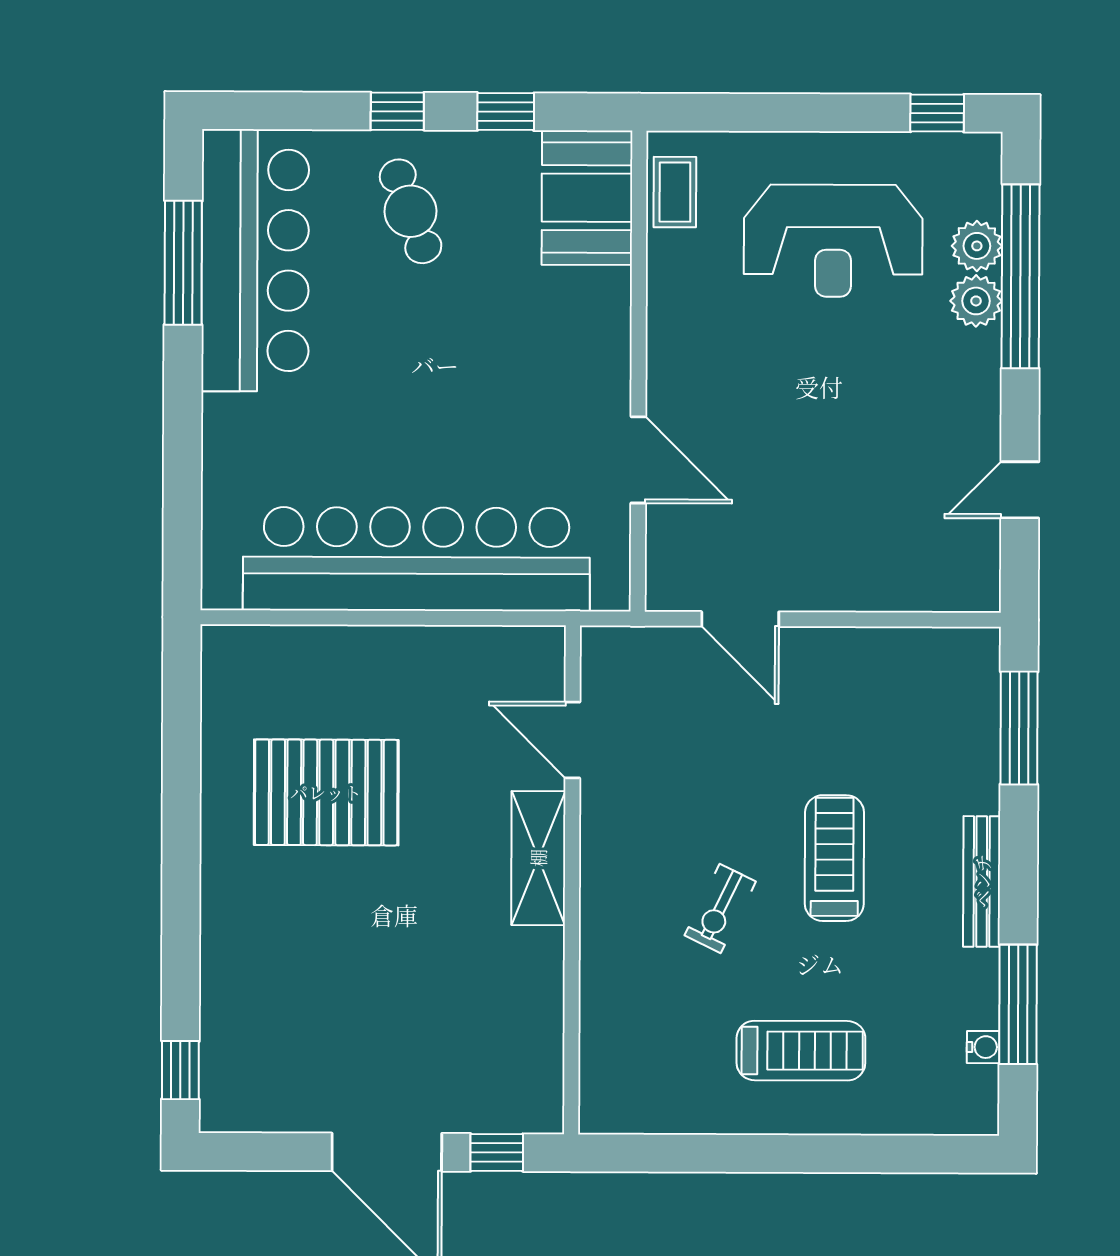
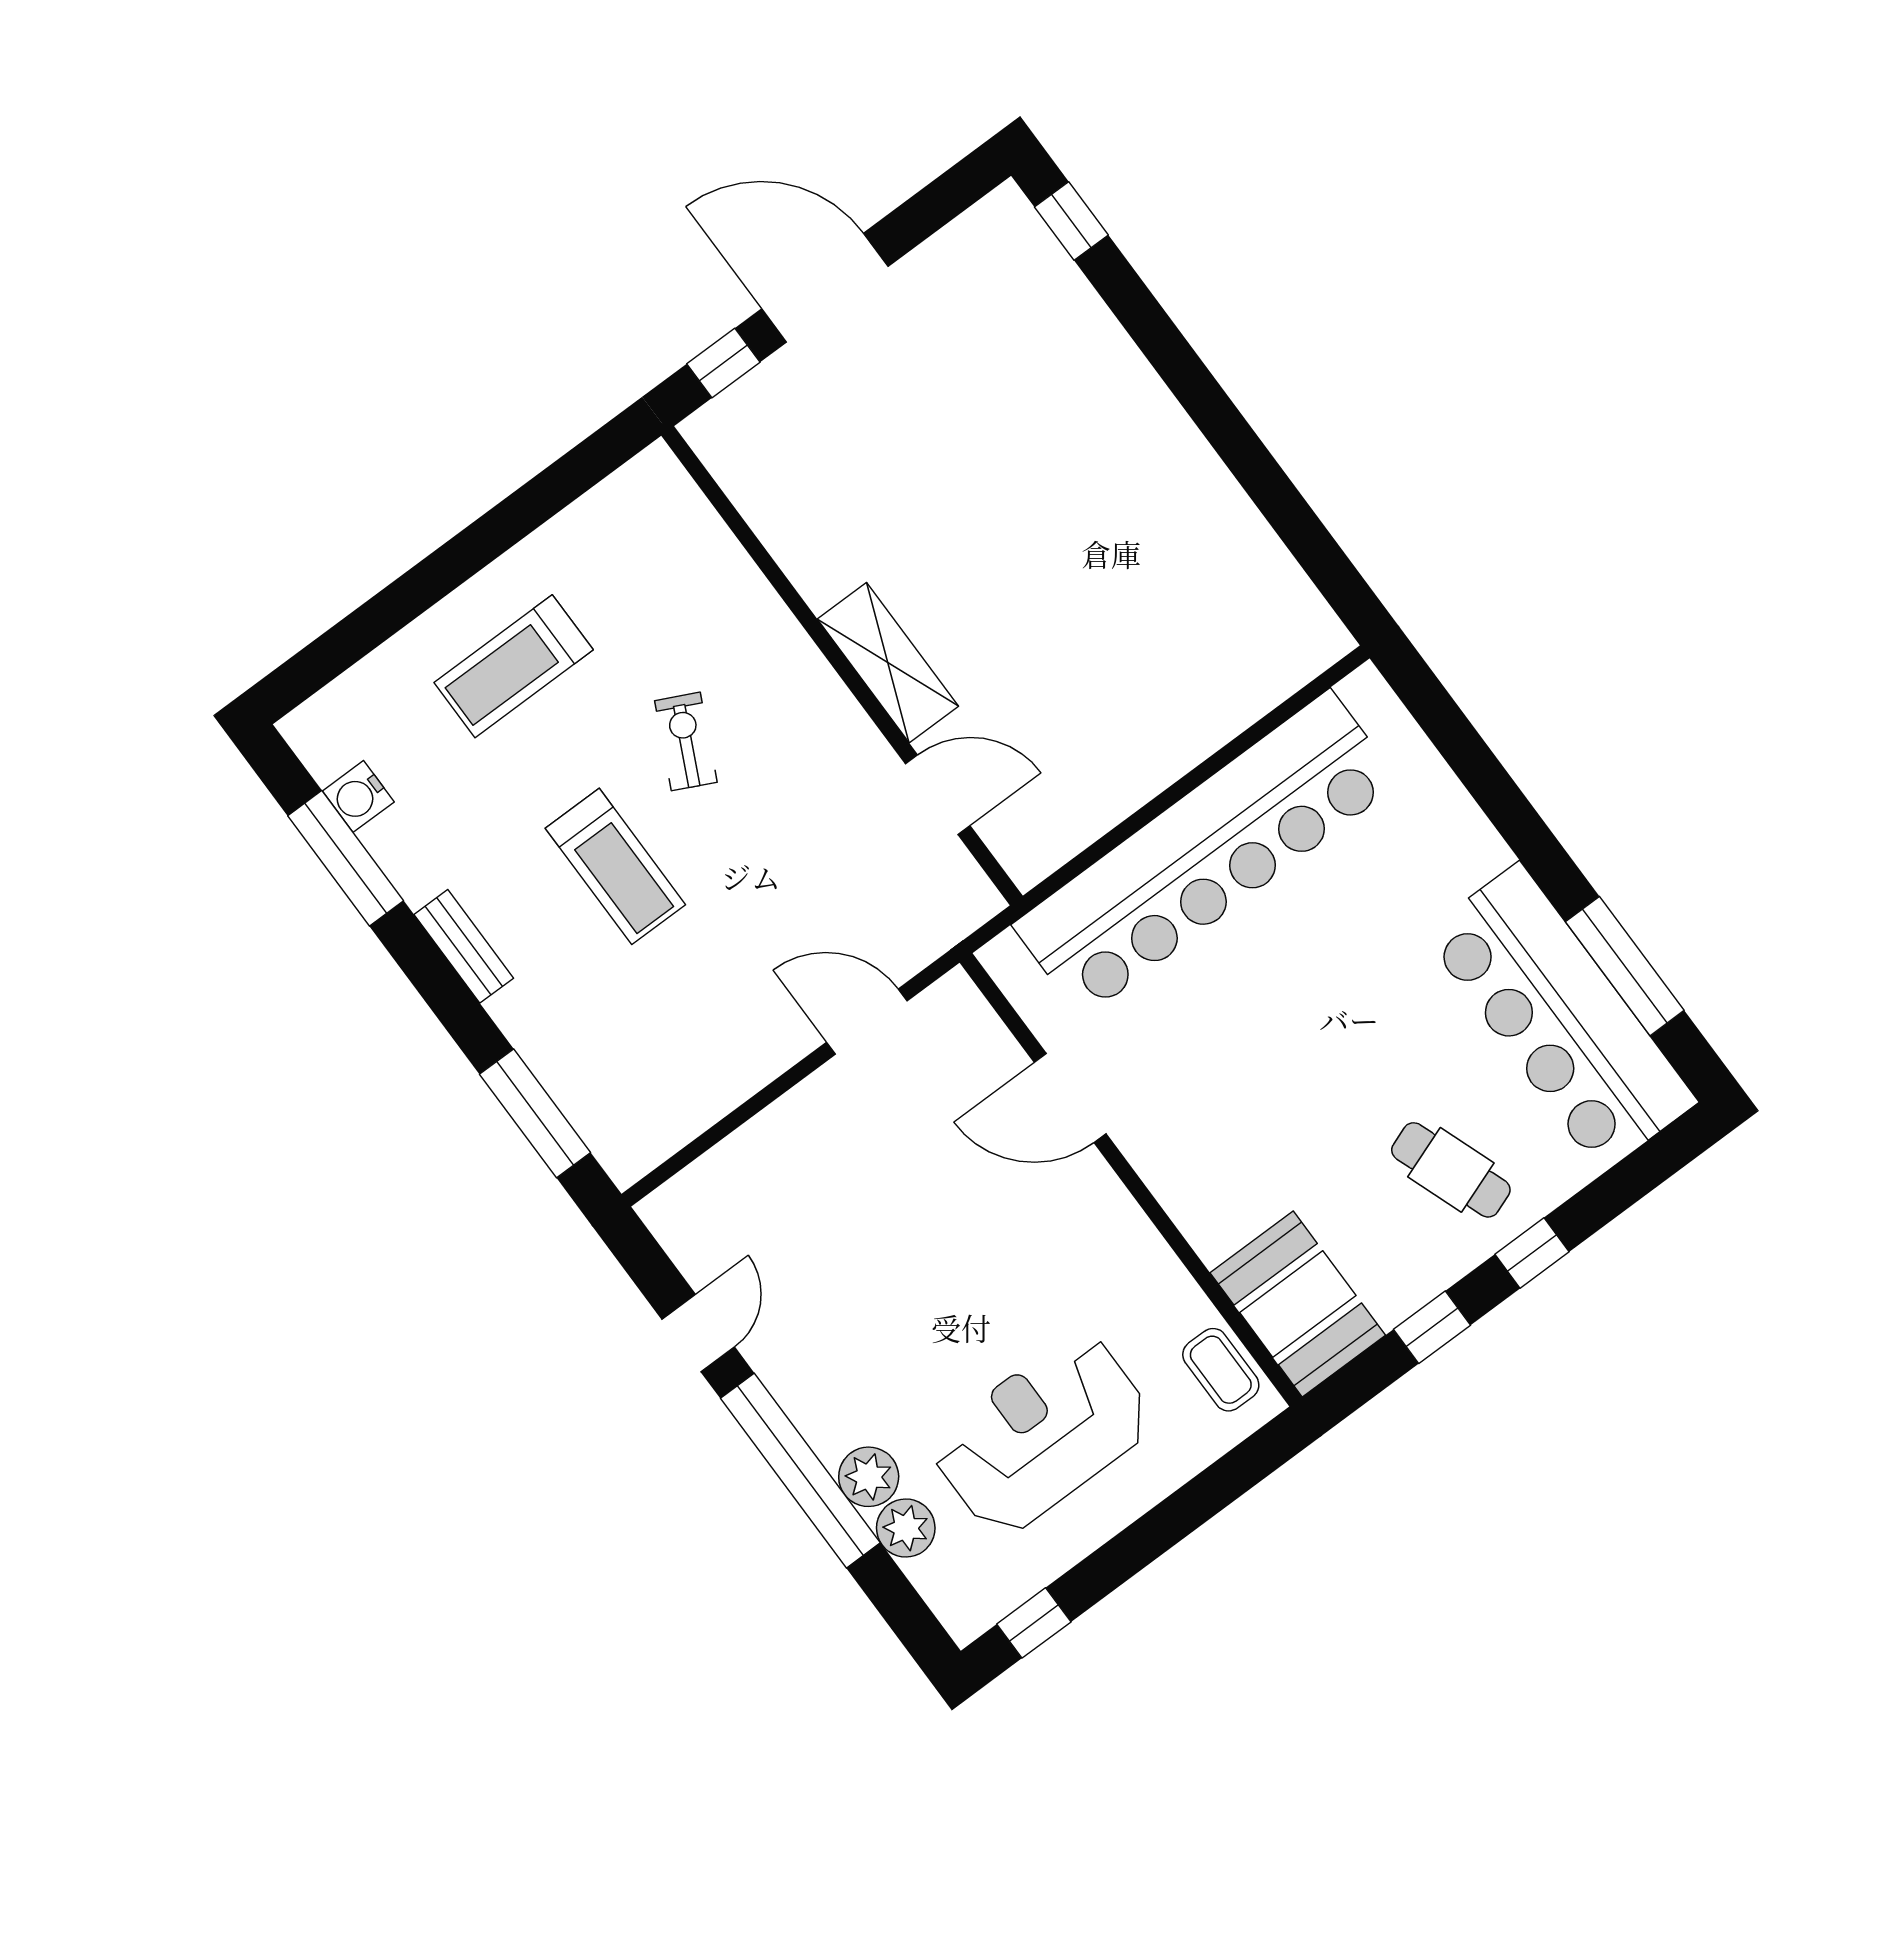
window: (1021, 276) -> (800, 1471), moved
pallet: (326, 792) -> (1128, 577), removed
bench: (982, 881) -> (464, 946), width x0.73
water cooler: (983, 1047) -> (358, 796), width x1.38, depth x1.38

